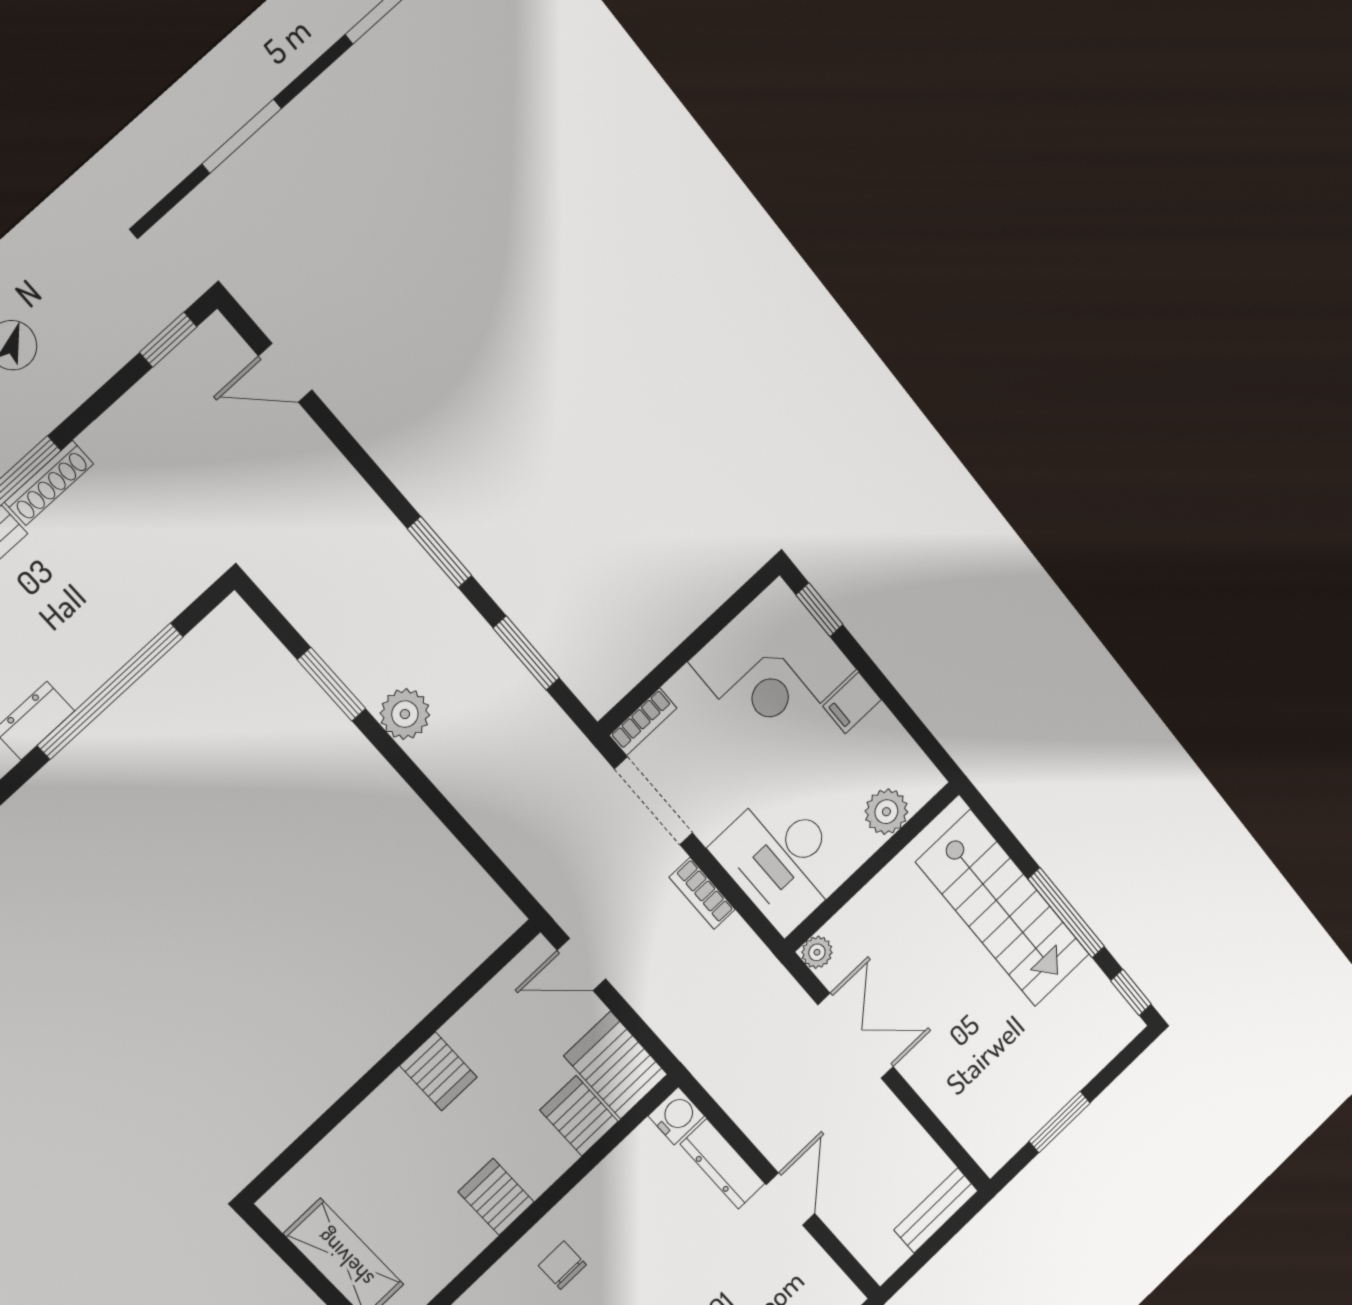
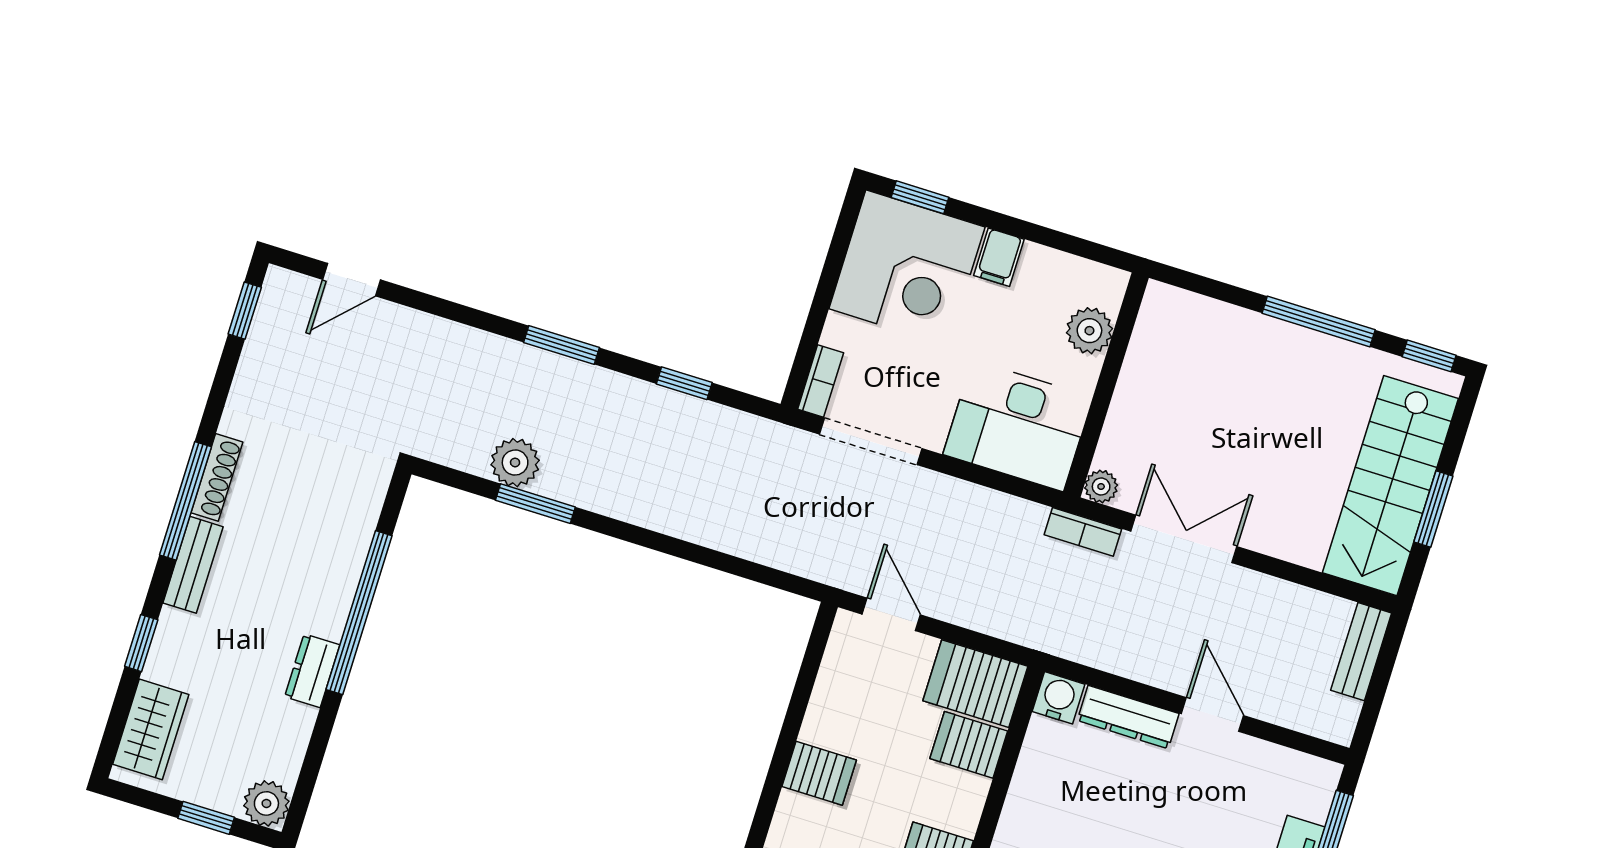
window: (526, 653) -> (684, 383), width x0.67
plant: (405, 714) -> (515, 463), moved
bookcase: (702, 893) -> (1083, 532), moved
stairs: (1003, 908) -> (1390, 486), moved, turned 90
door: (581, 965) -> (891, 614), swing flipped

